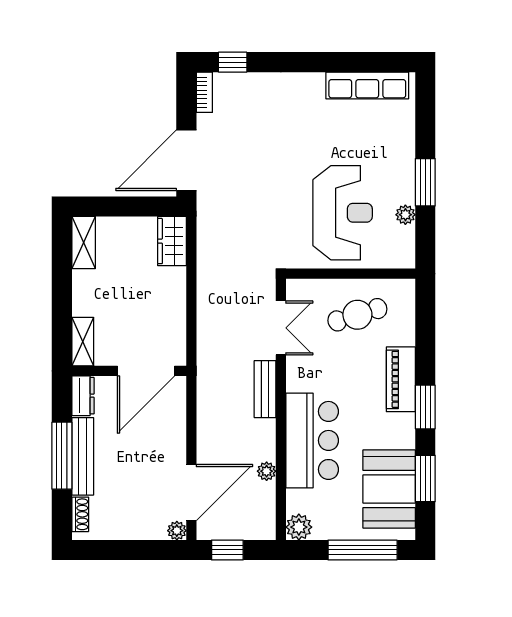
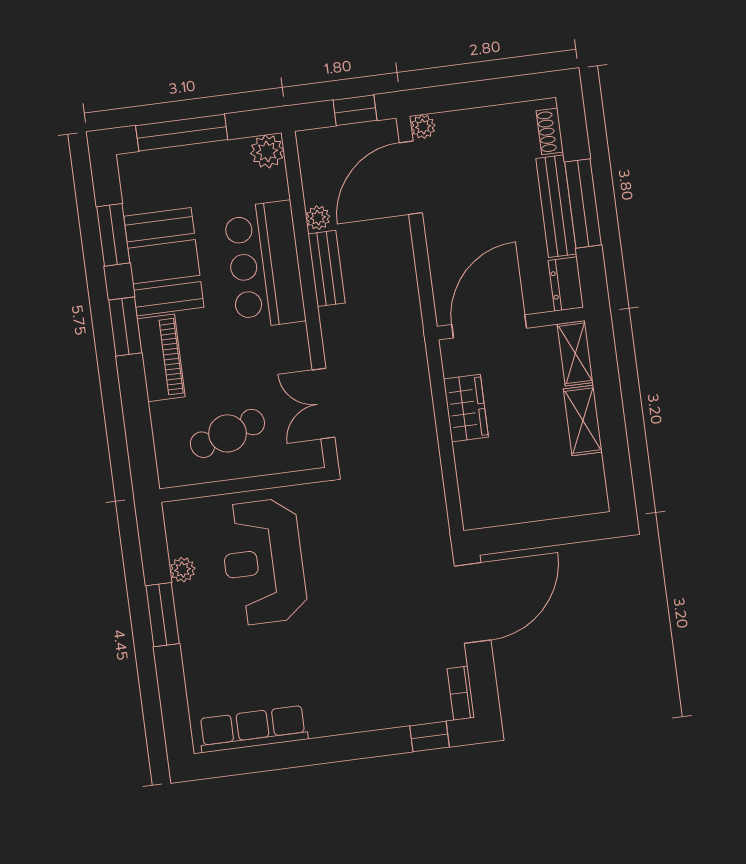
wardrobe: (172, 241) -> (466, 408), moved
shelving: (84, 243) -> (583, 421), moved
bench: (265, 389) -> (326, 268), moved
booth: (389, 489) -> (164, 262), moved

